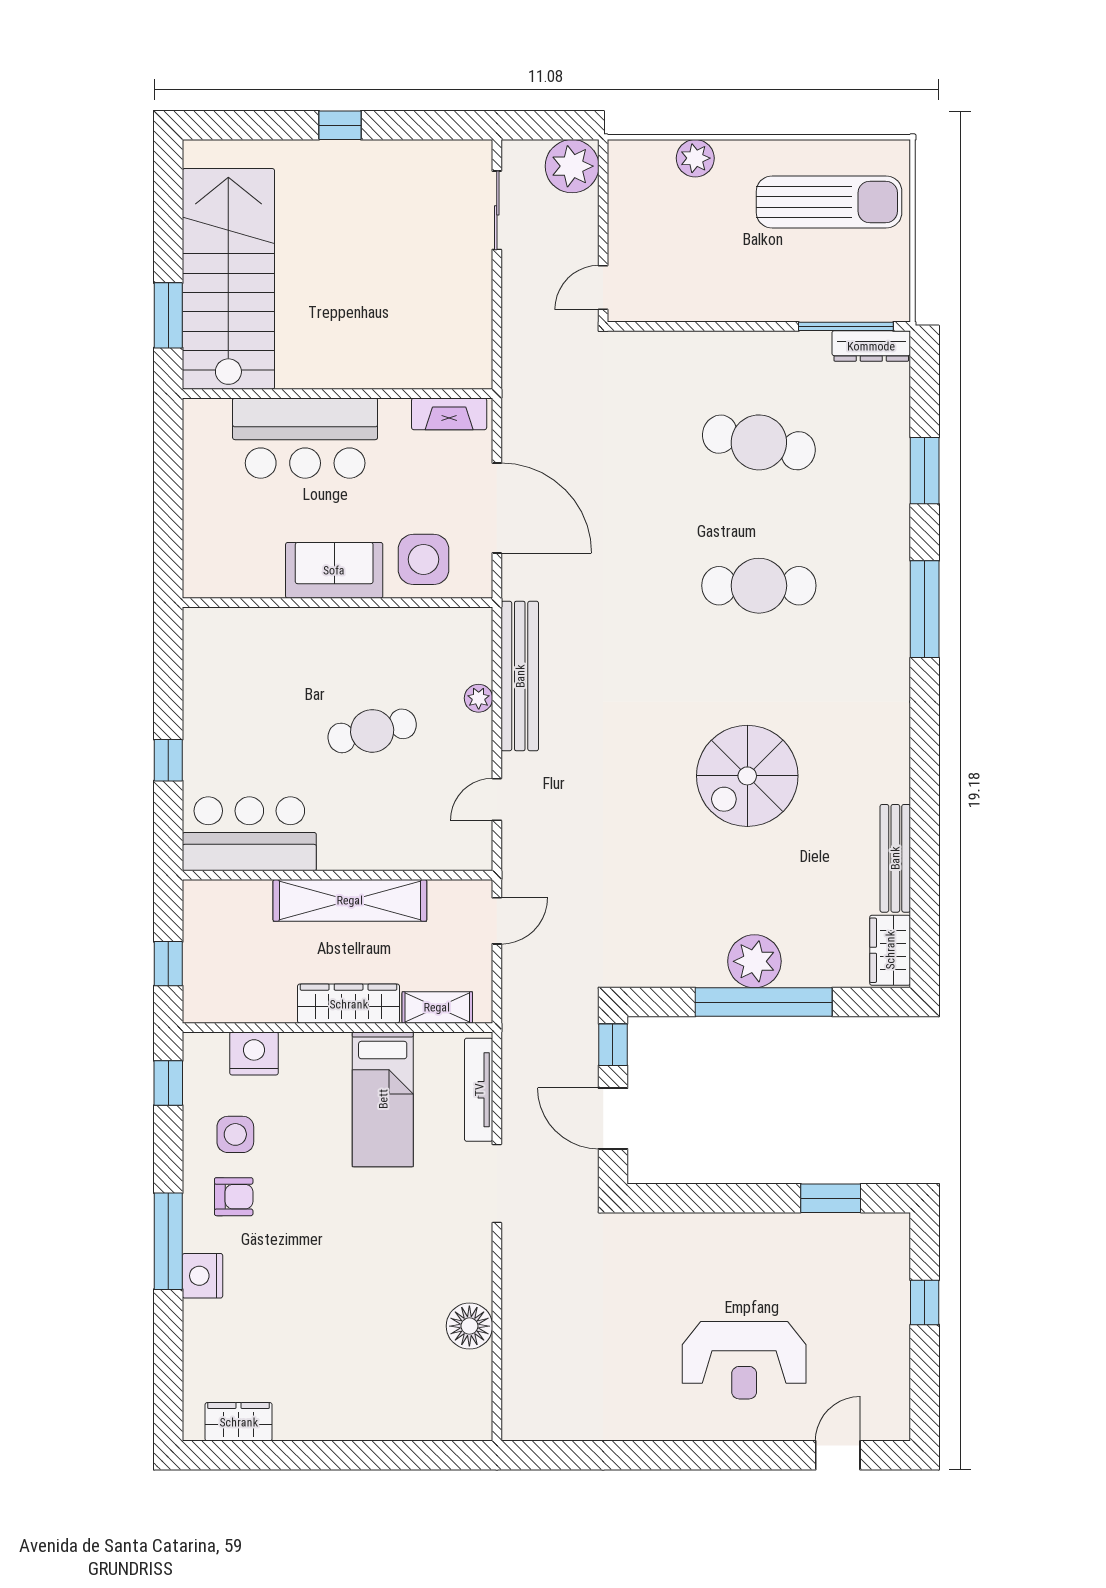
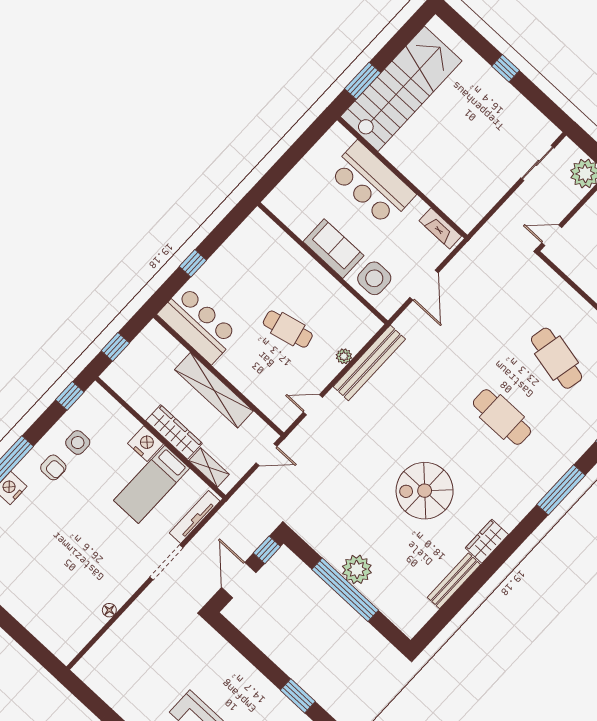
door: (497, 508) -> (424, 285), width x0.73
wardrobe: (890, 950) -> (487, 541), moved
nightstand: (254, 1053) -> (146, 444), moved
floor lamp: (469, 1326) -> (109, 610), width x0.53, depth x0.53

